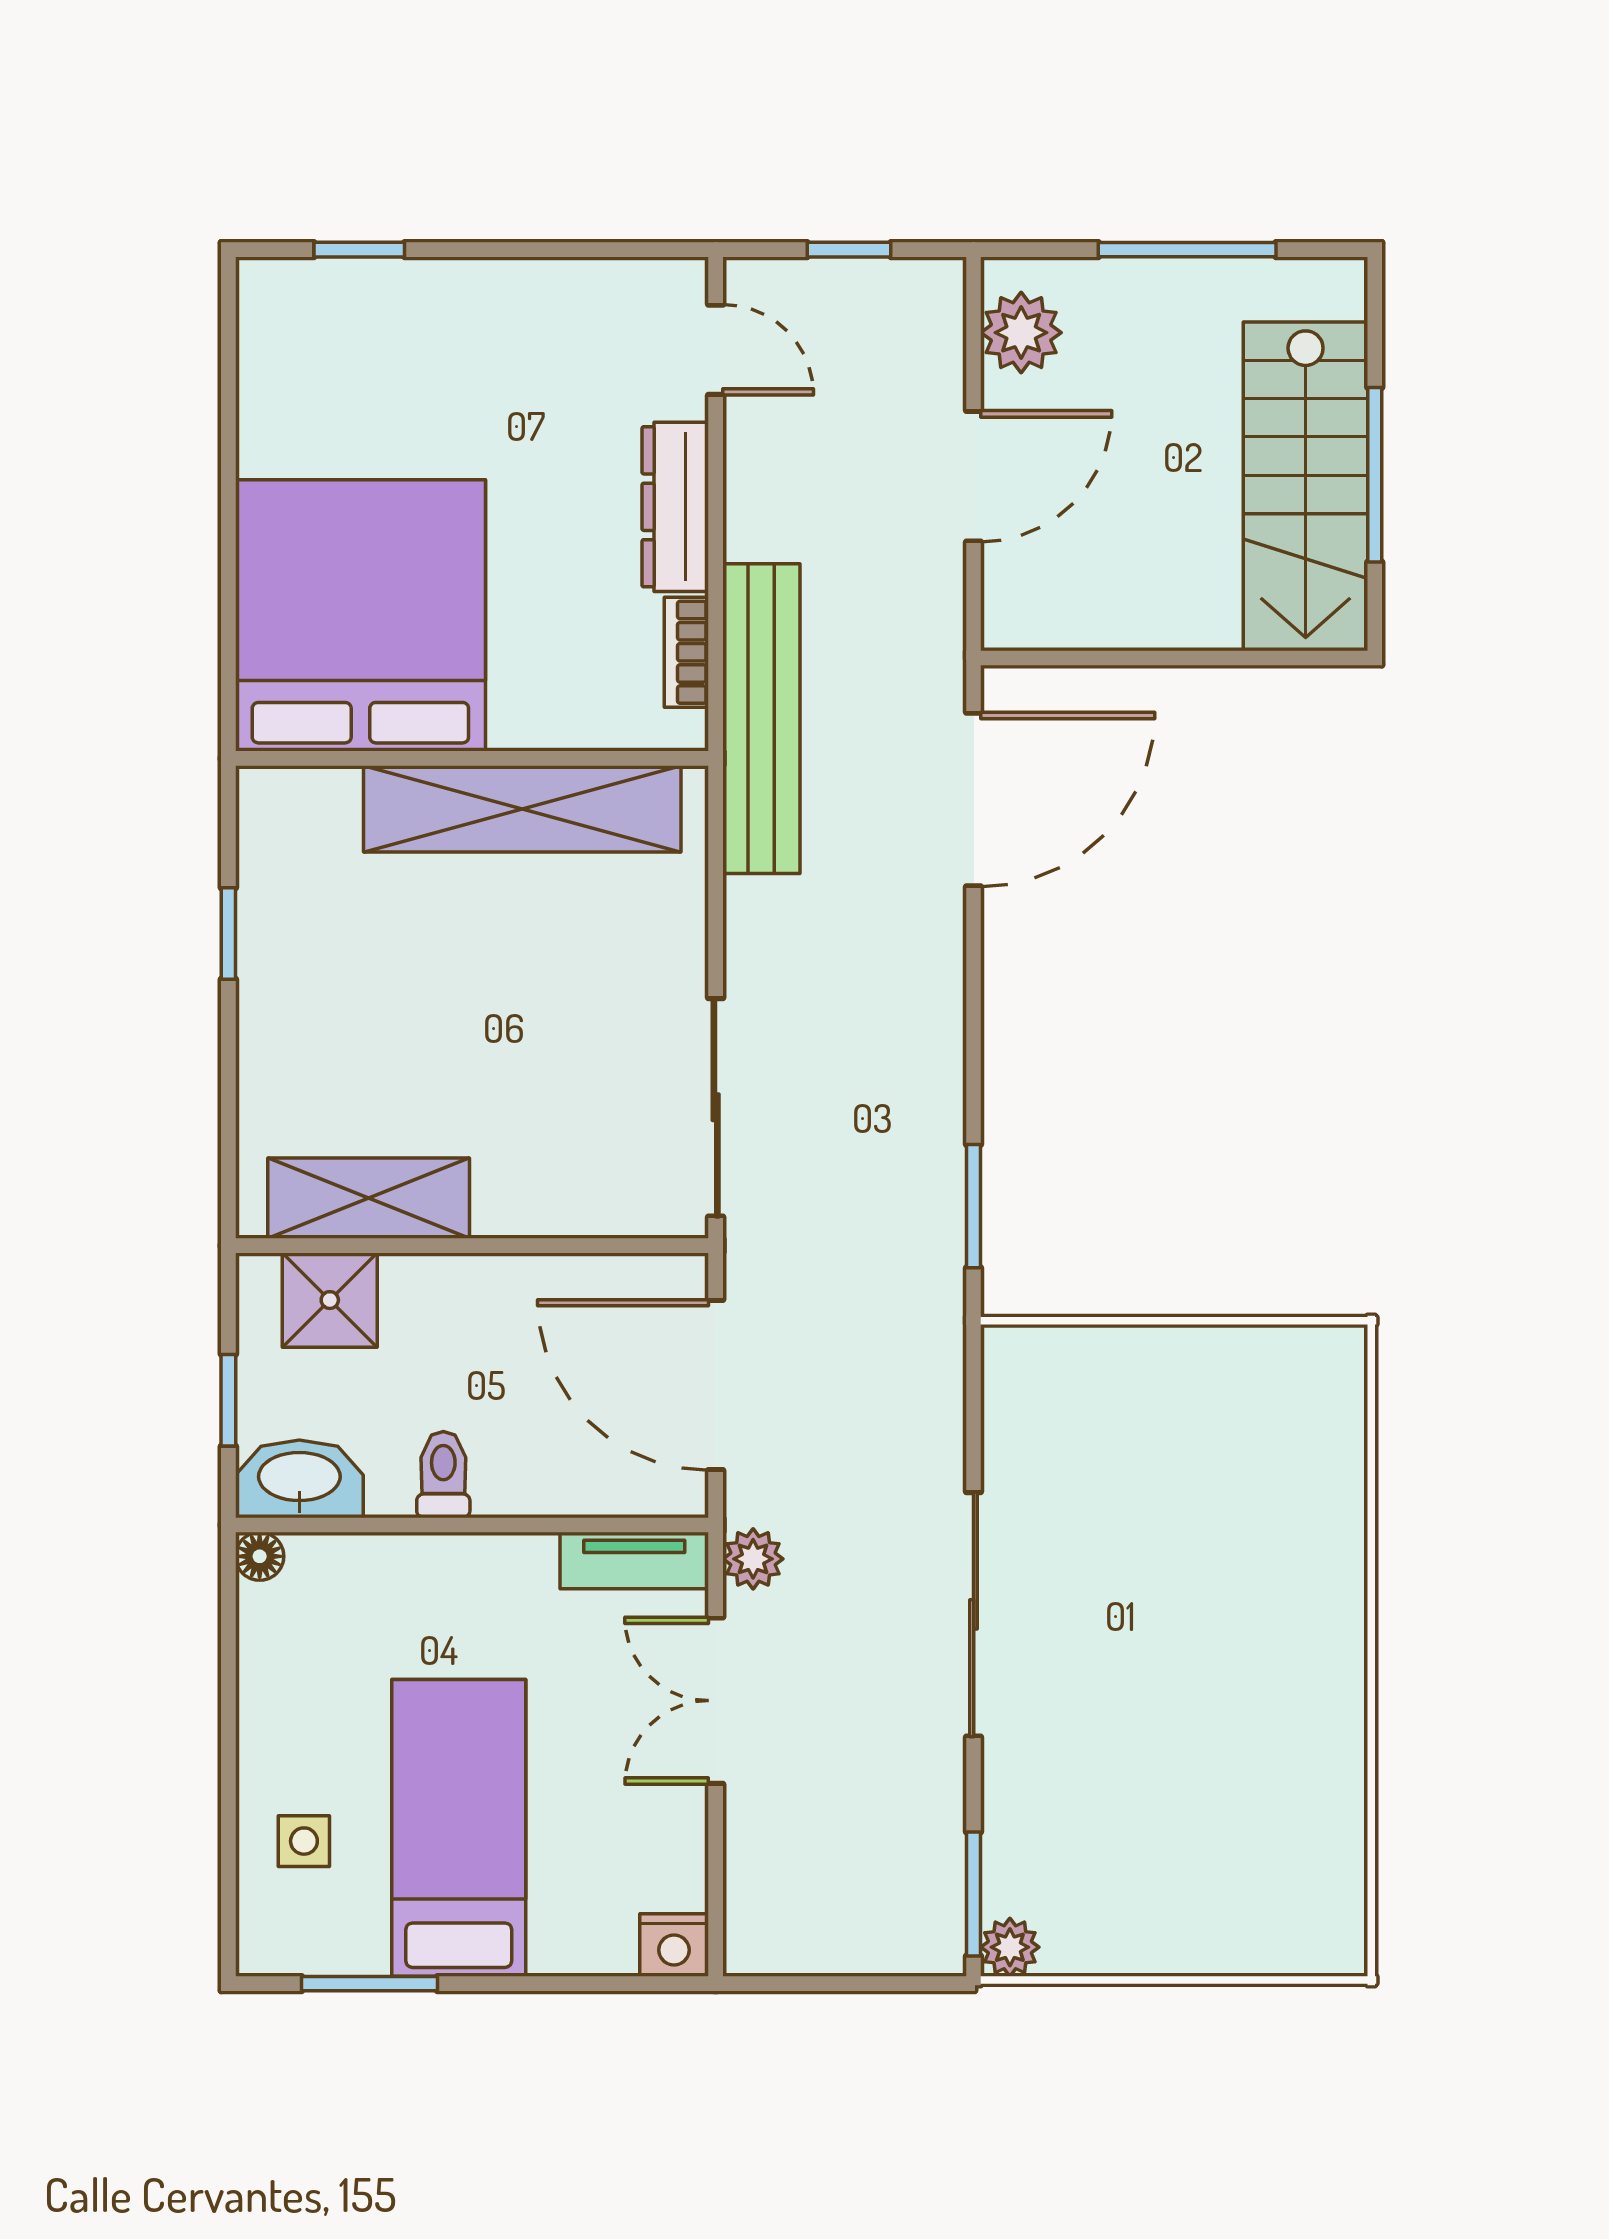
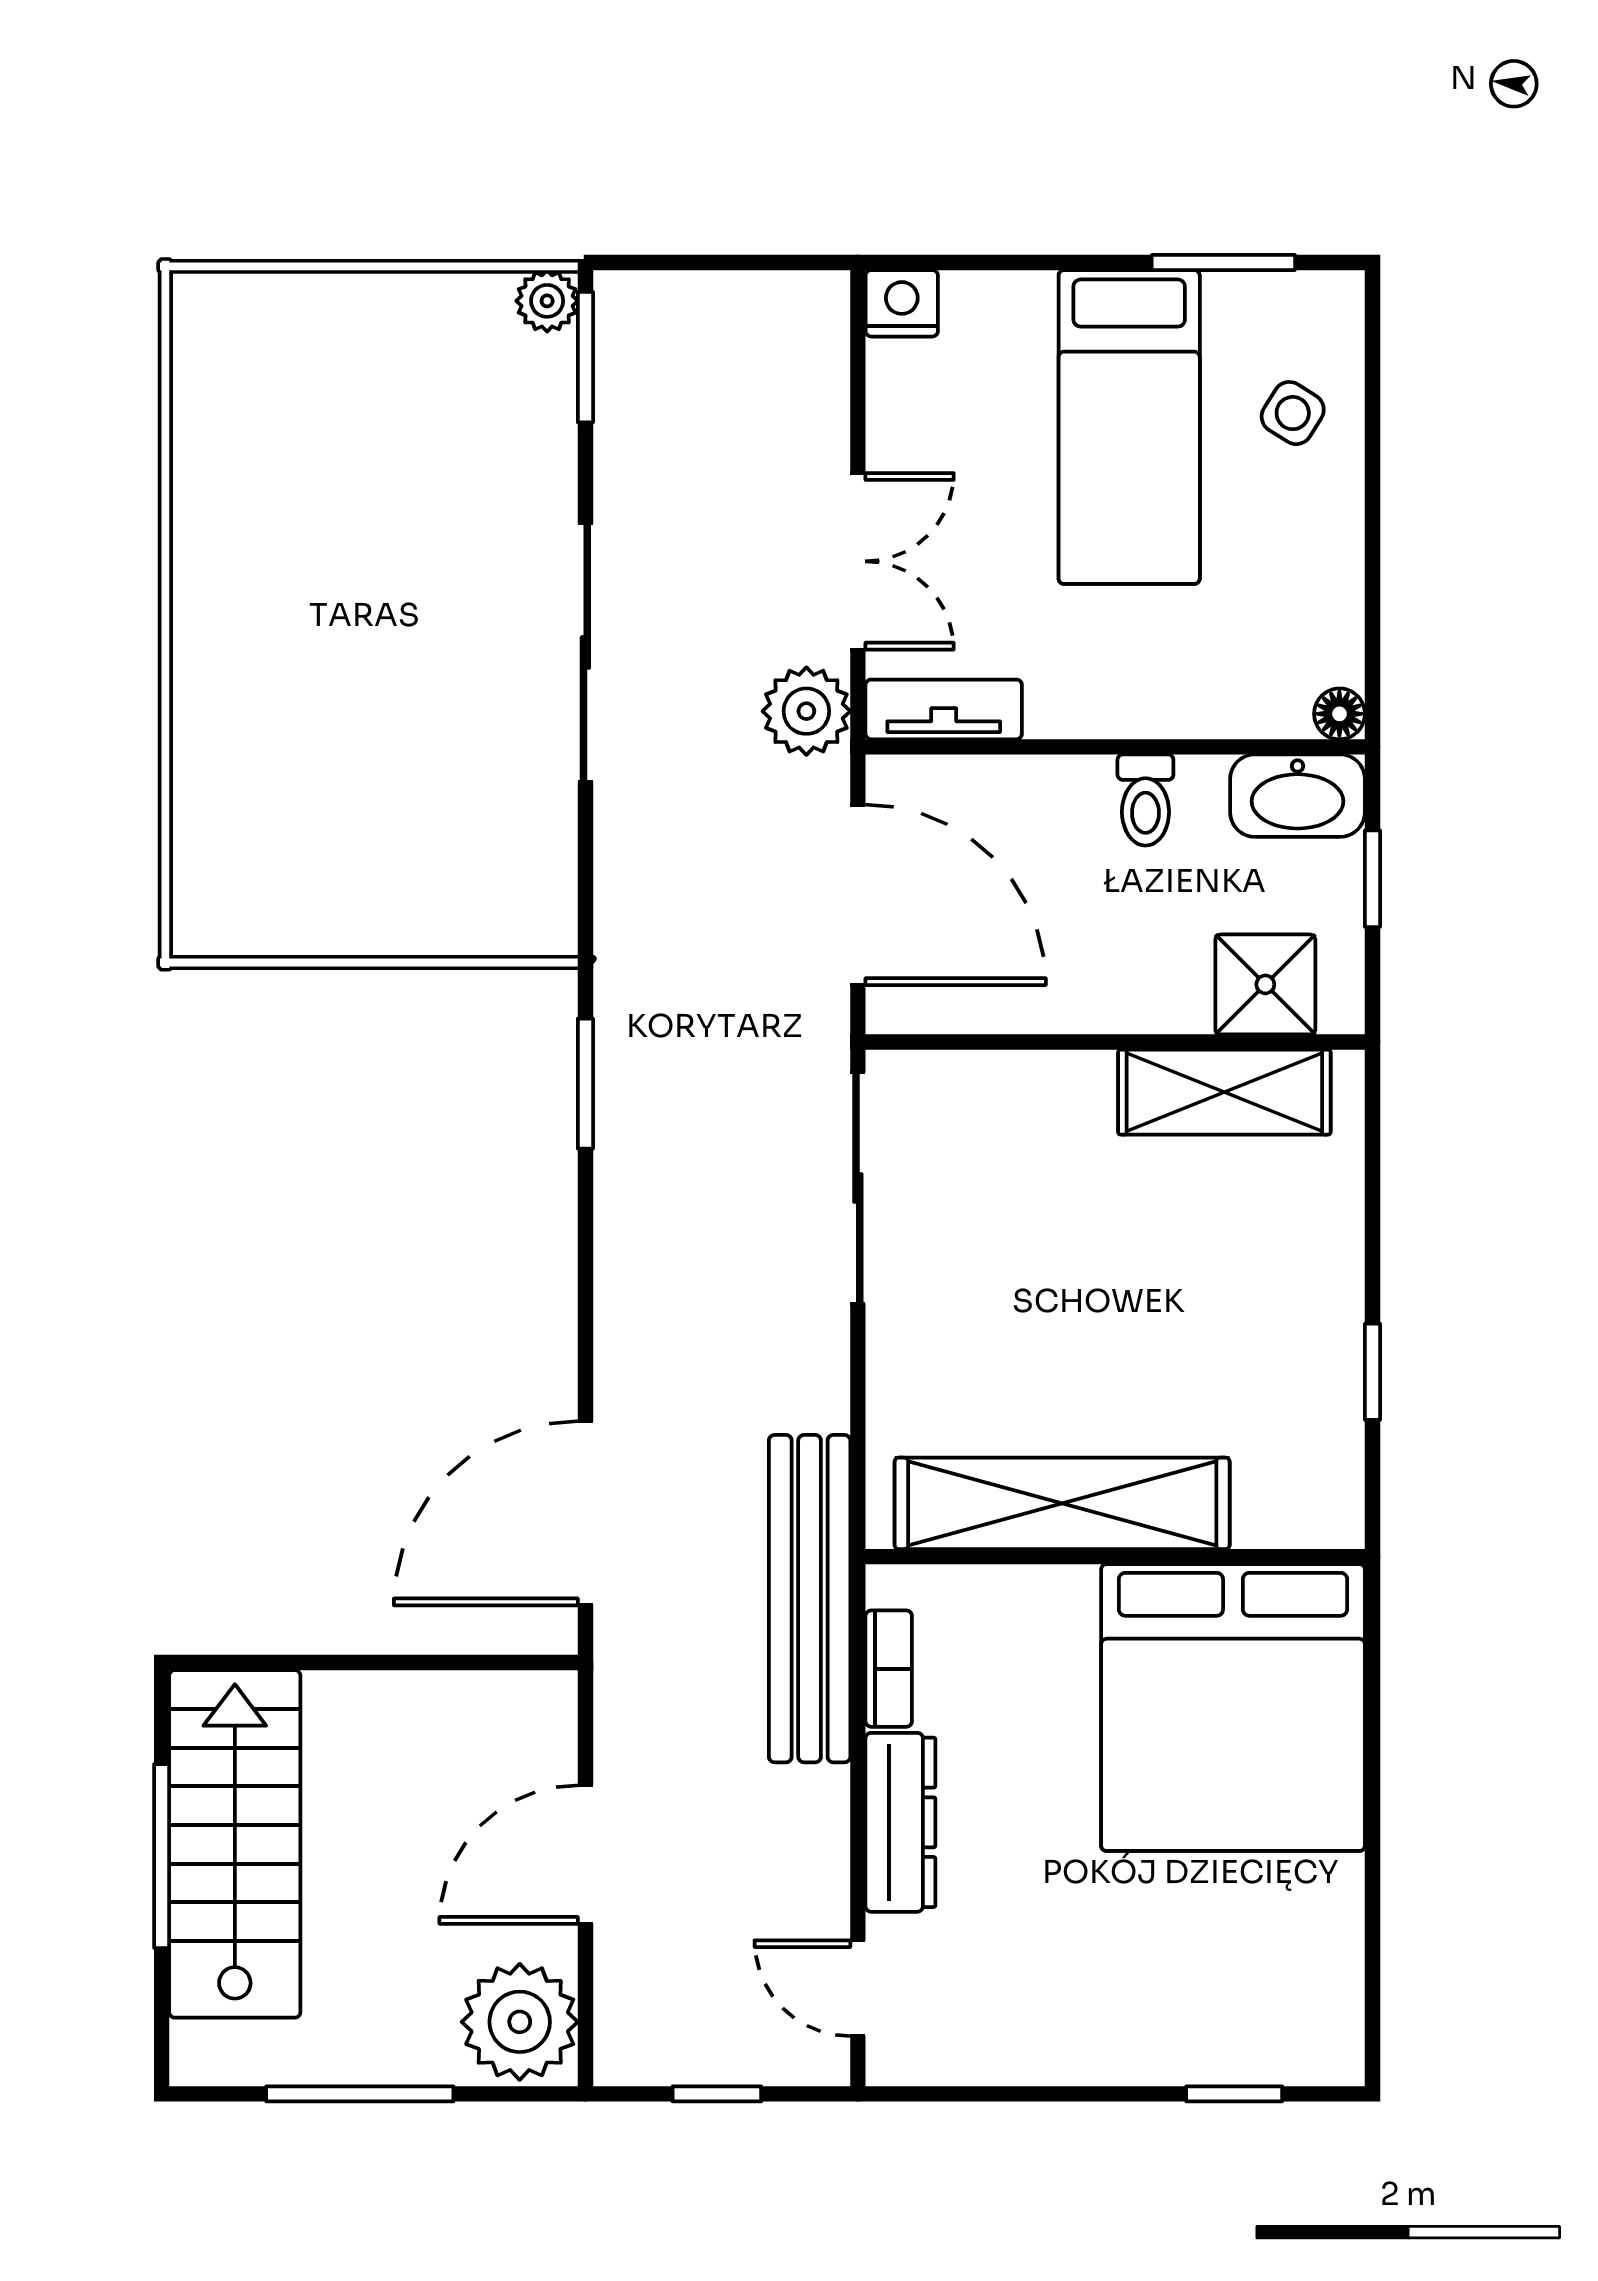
plant: (1021, 333) -> (520, 2022), width x1.36, depth x1.36
plant: (753, 1559) -> (806, 711), width x1.38, depth x1.38
side table: (304, 1841) -> (1293, 413), turned 32

